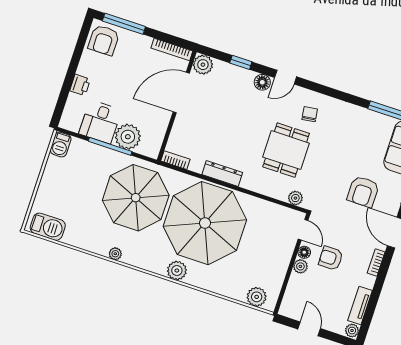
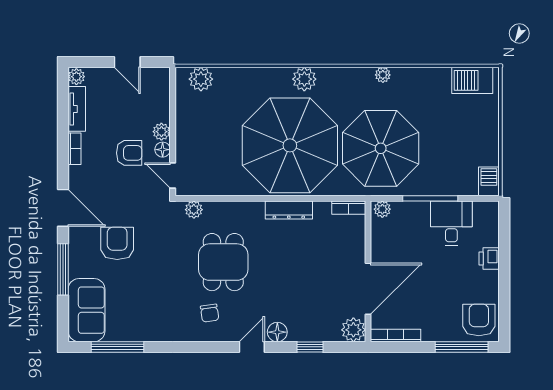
plant: (128, 137) -> (382, 209), moved, width x0.53, depth x0.53
bookcase: (376, 263) -> (75, 149), moved

